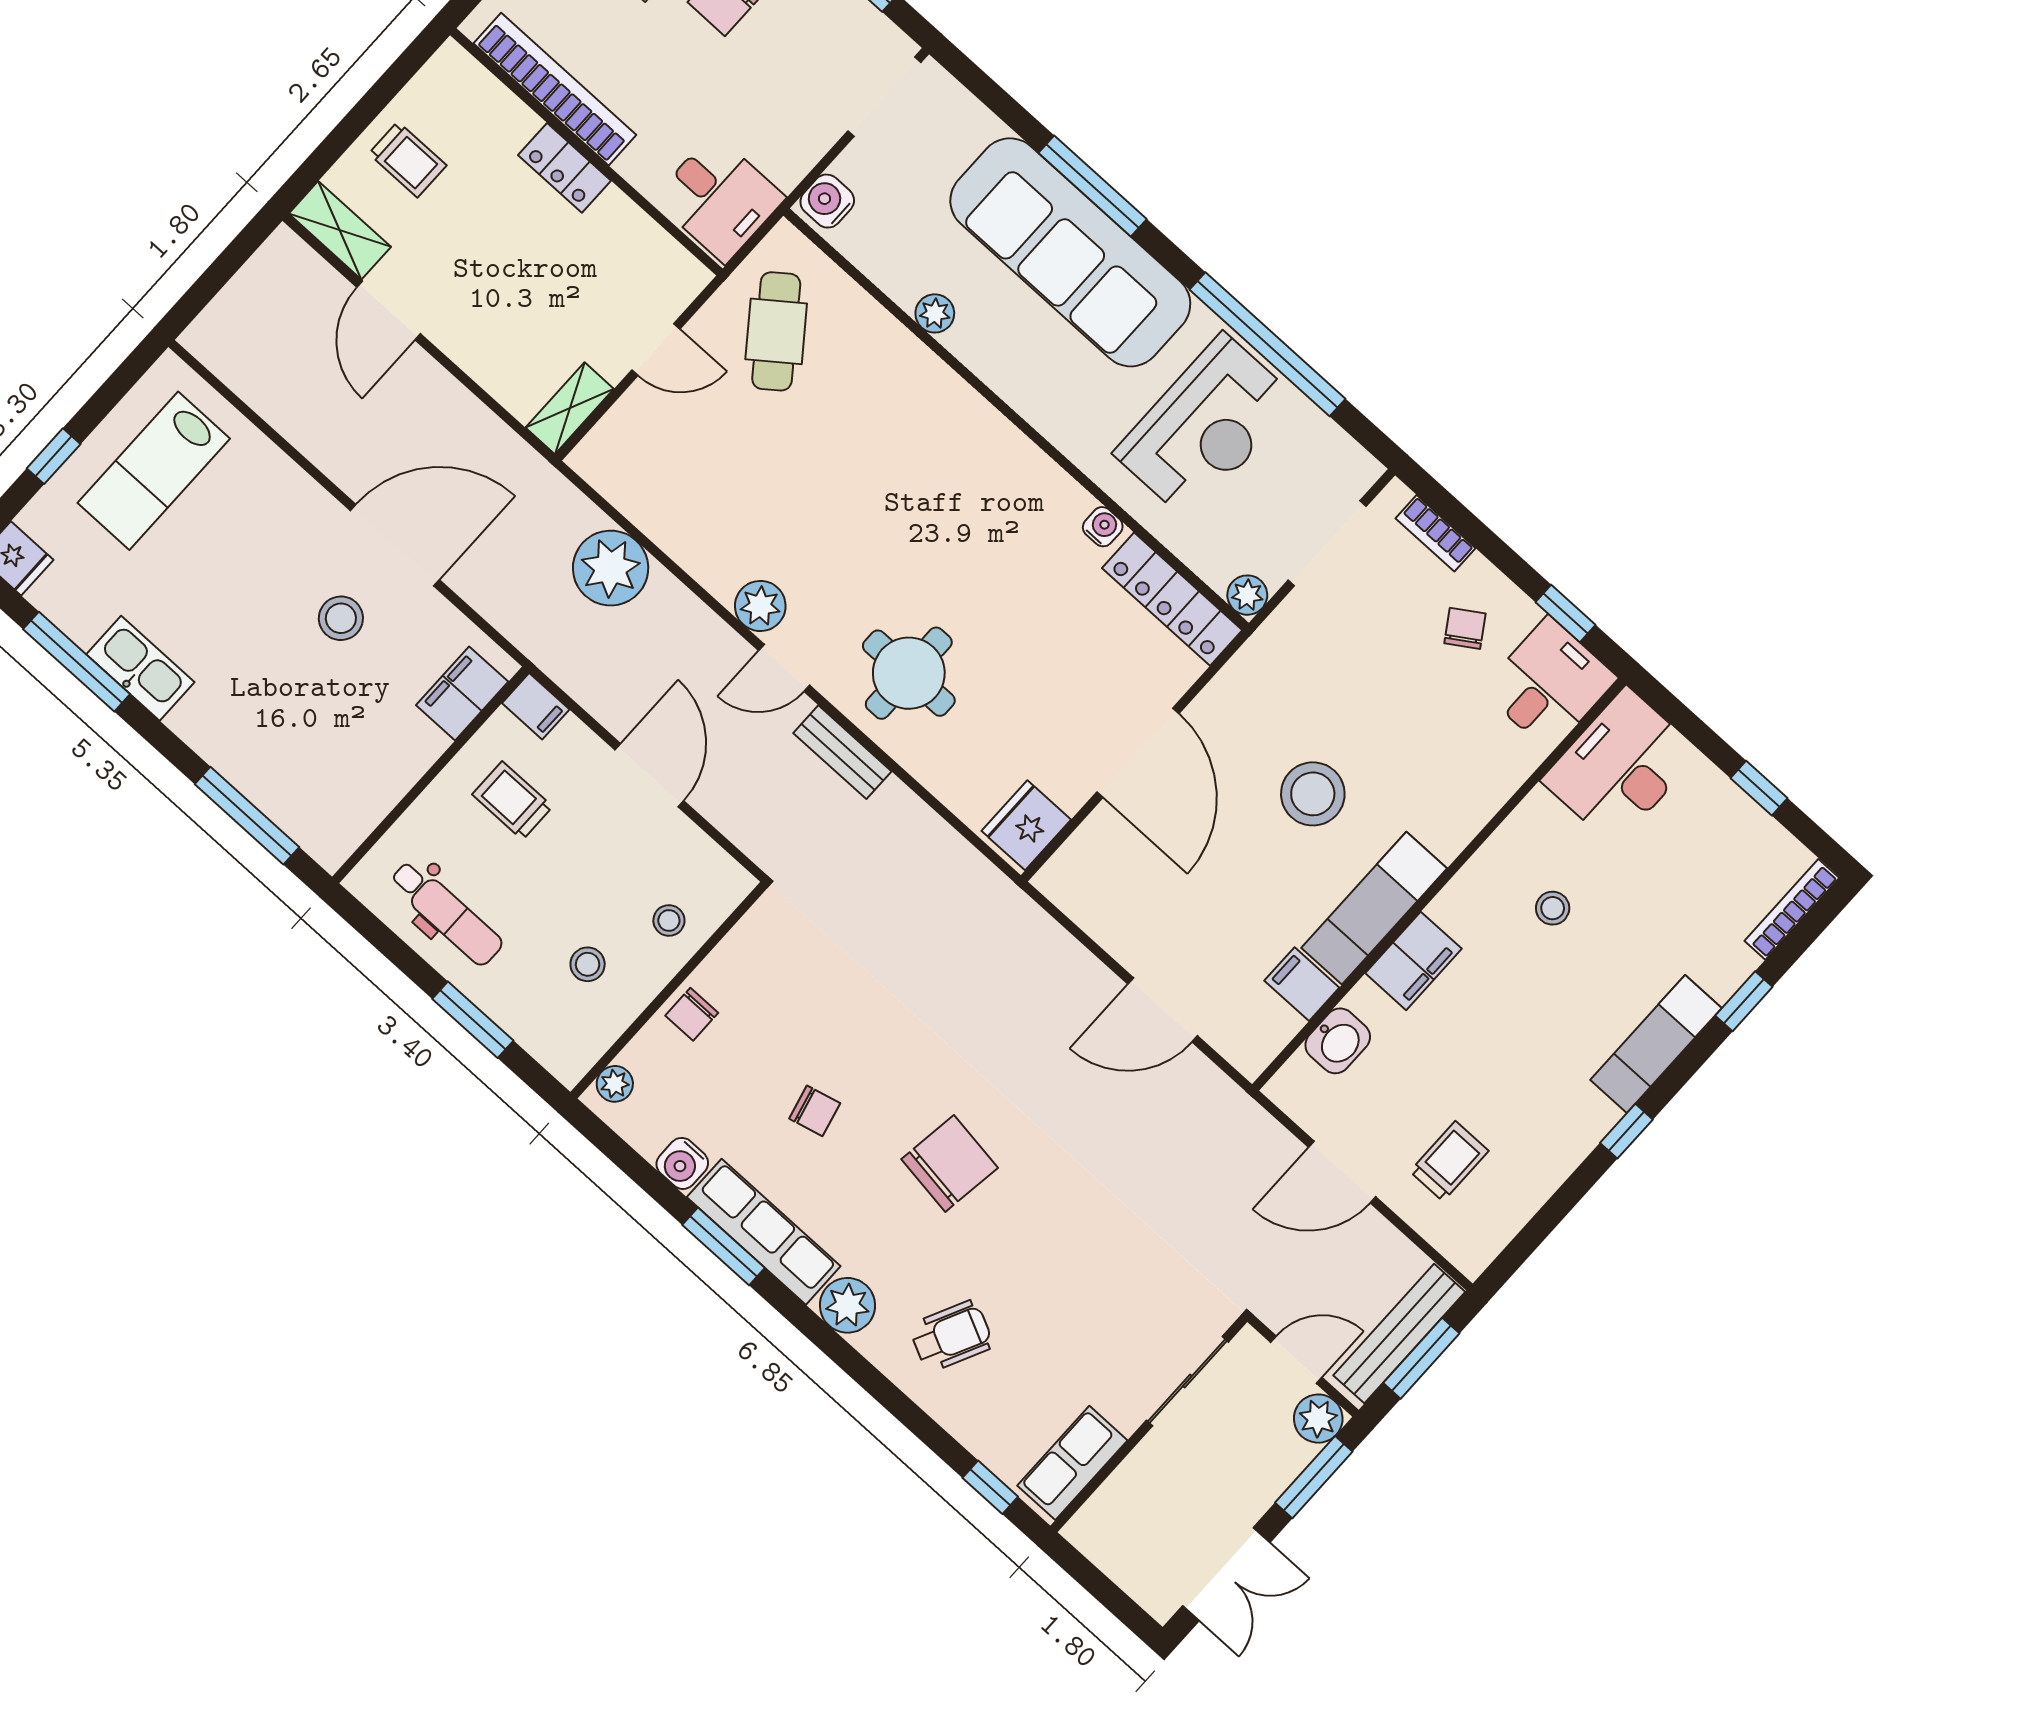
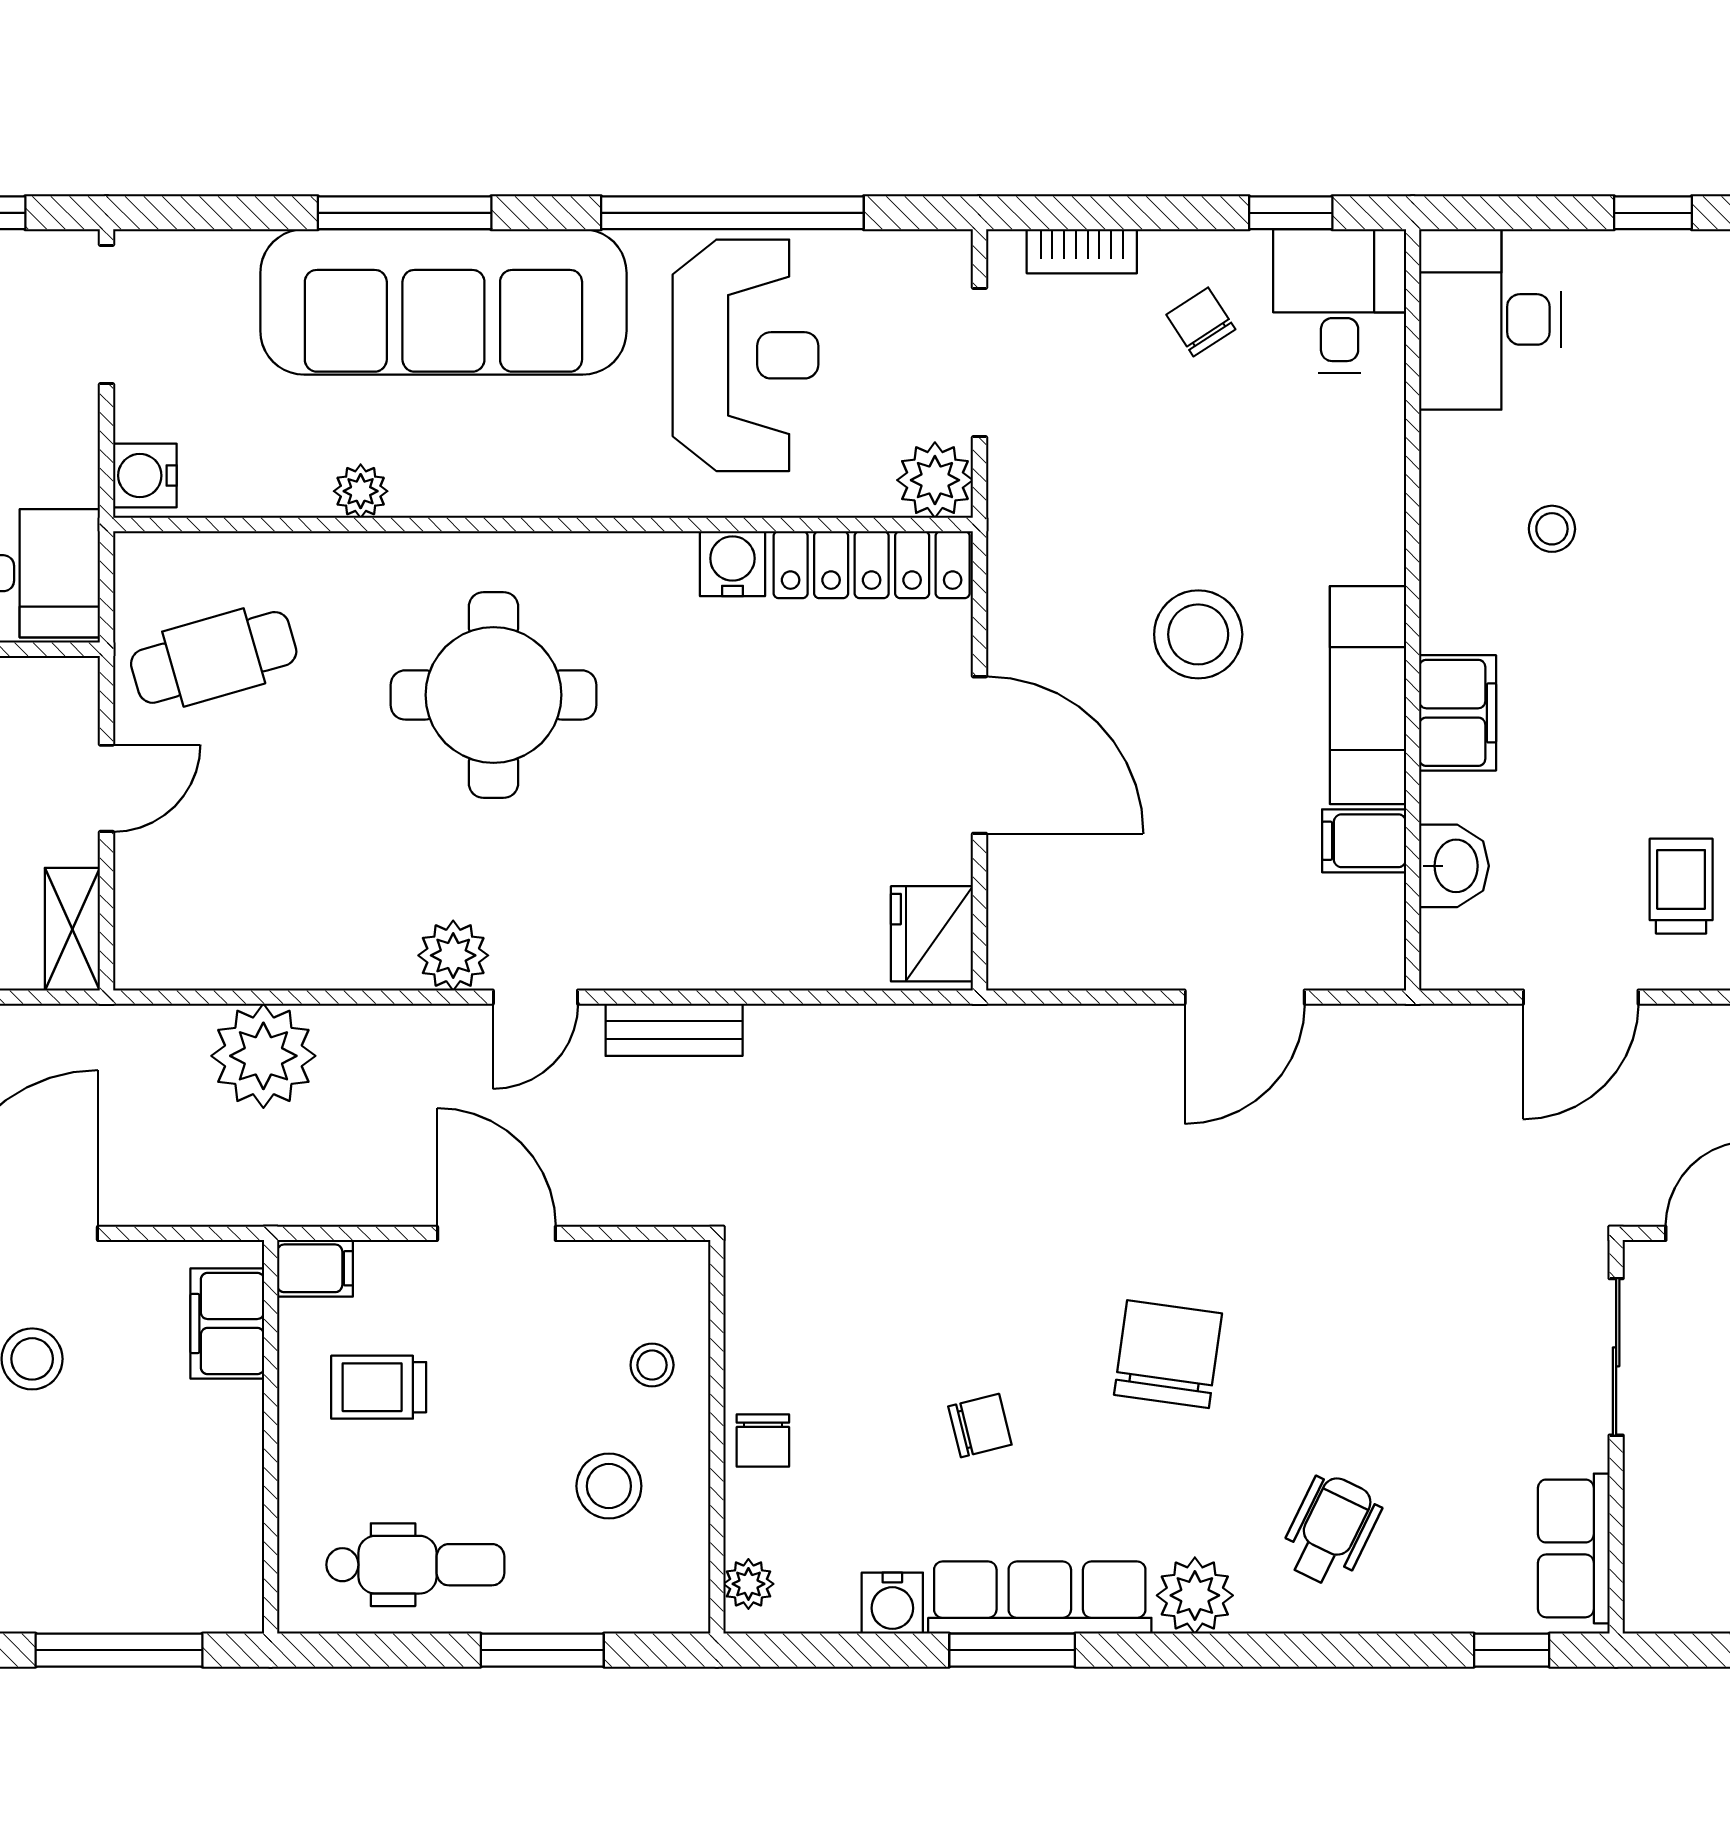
cafe table: (776, 331) -> (214, 657), turned -69
water cooler: (1103, 527) -> (732, 564), width x1.38, depth x1.38
plant: (1247, 595) -> (935, 480), width x1.38, depth x1.38
round table: (909, 673) -> (493, 695), moved, width x1.36, depth x1.36
stool: (588, 964) -> (609, 1486), width x1.37, depth x1.37

